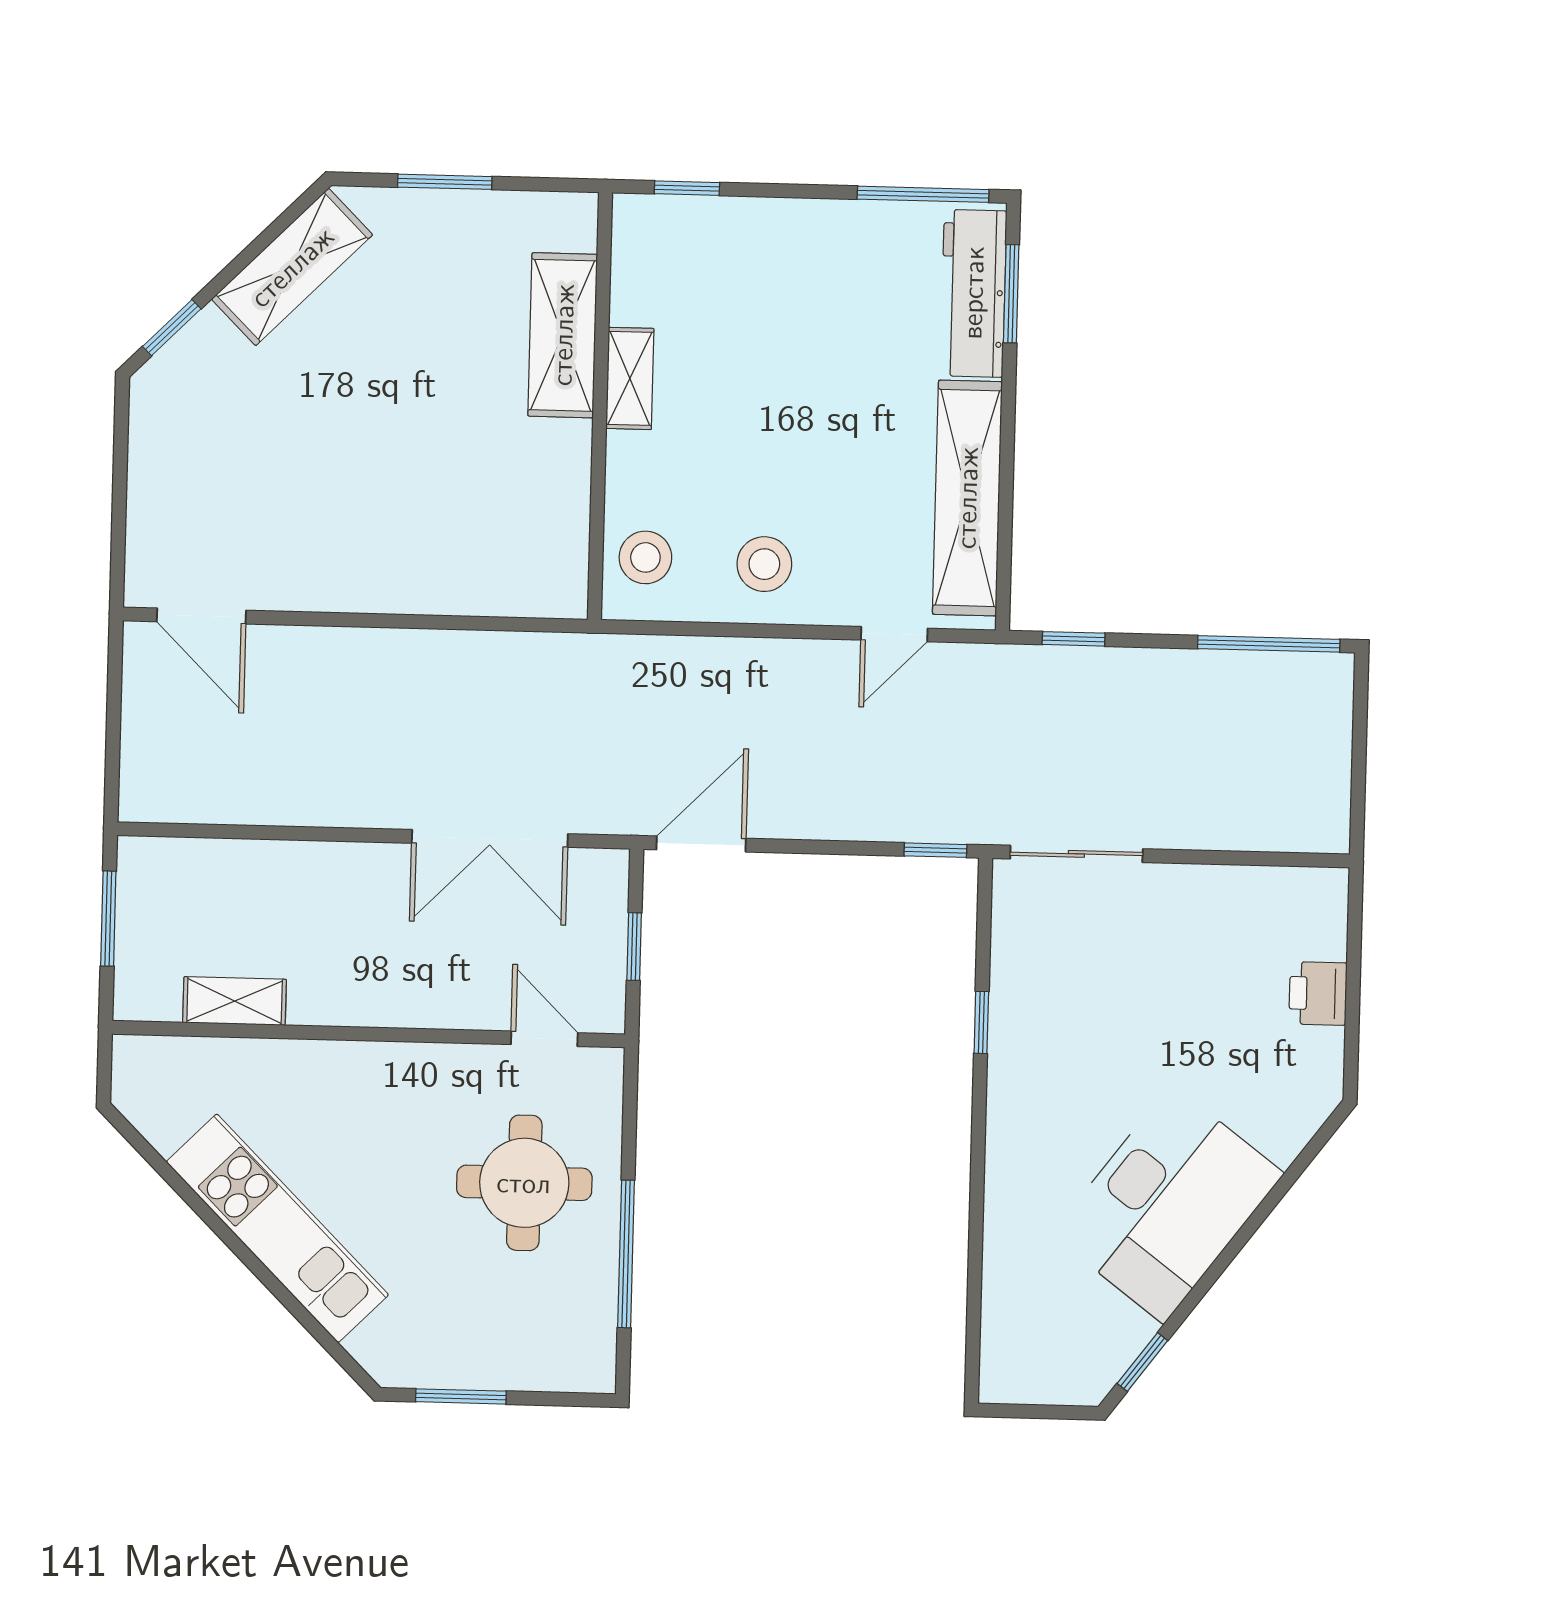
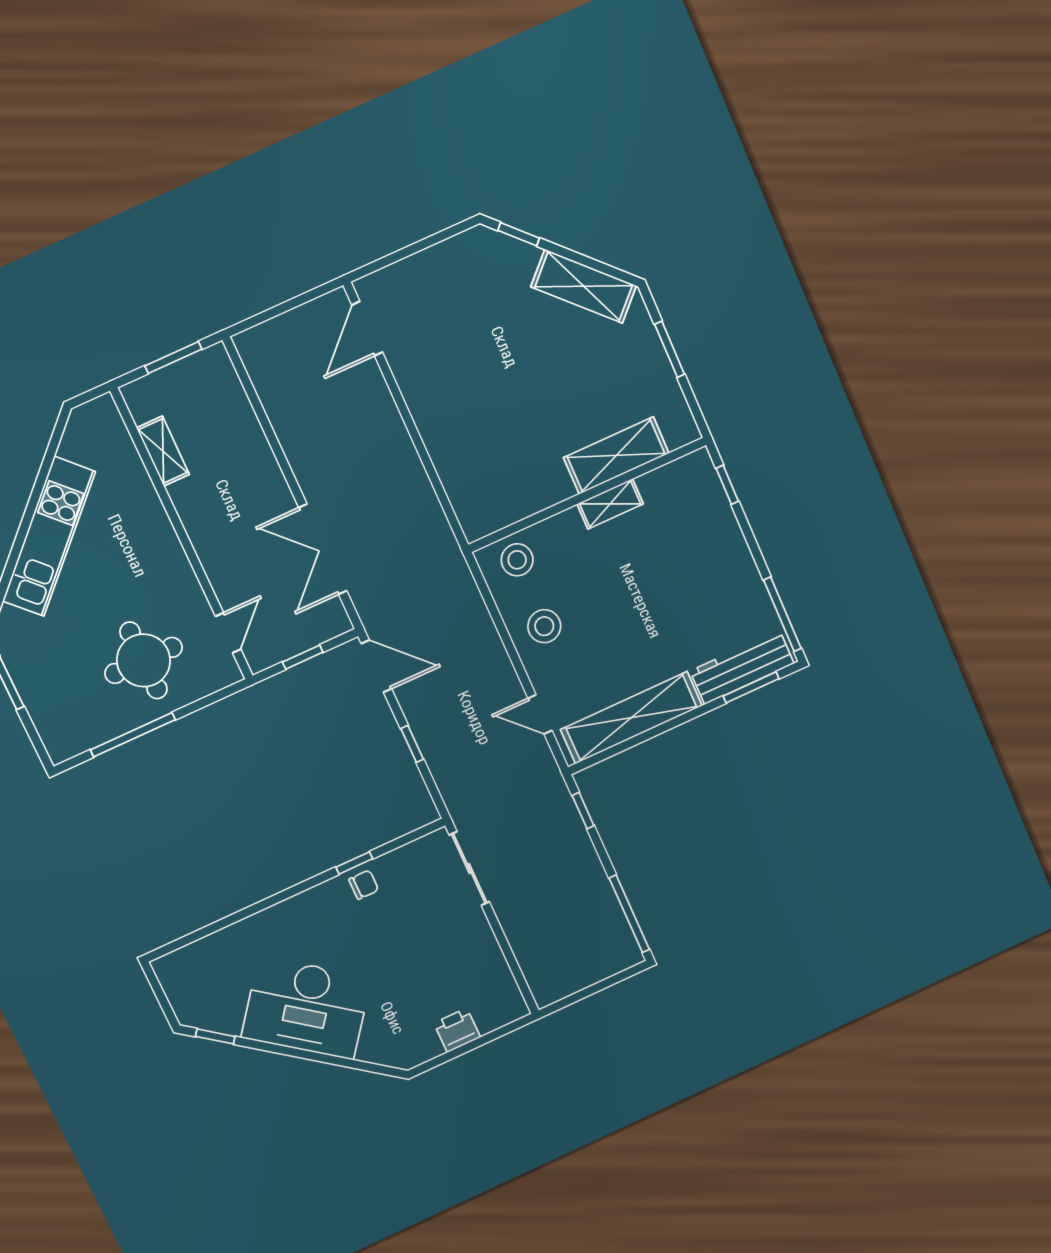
window: (935, 850) -> (412, 744), moved
chair: (1022, 1025) -> (364, 885), added

